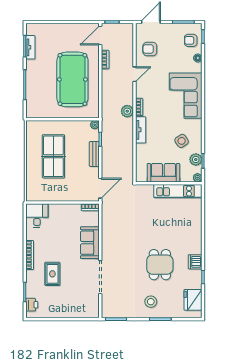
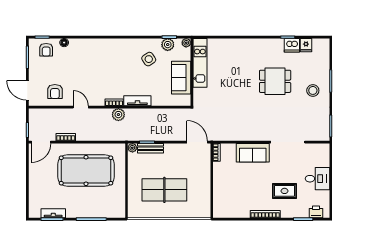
door: (100, 35) -> (41, 142), hinge flipped
corner sofa: (186, 96) -> (102, 55), removed
bench: (94, 154) -> (151, 148), moved
desk: (37, 216) -> (317, 179), moved, turned 180
dishwasher: (195, 262) -> (292, 45), moved
fridge: (193, 300) -> (306, 45), width x0.53, depth x0.75

